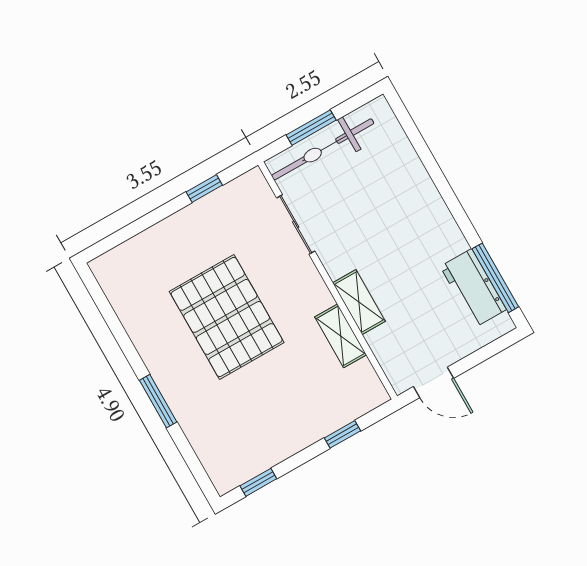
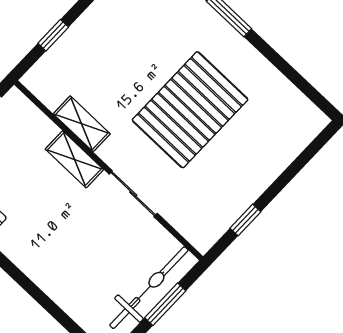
sliding door: (296, 225) -> (133, 194), moved
pallet: (227, 317) -> (190, 110), turned 90

